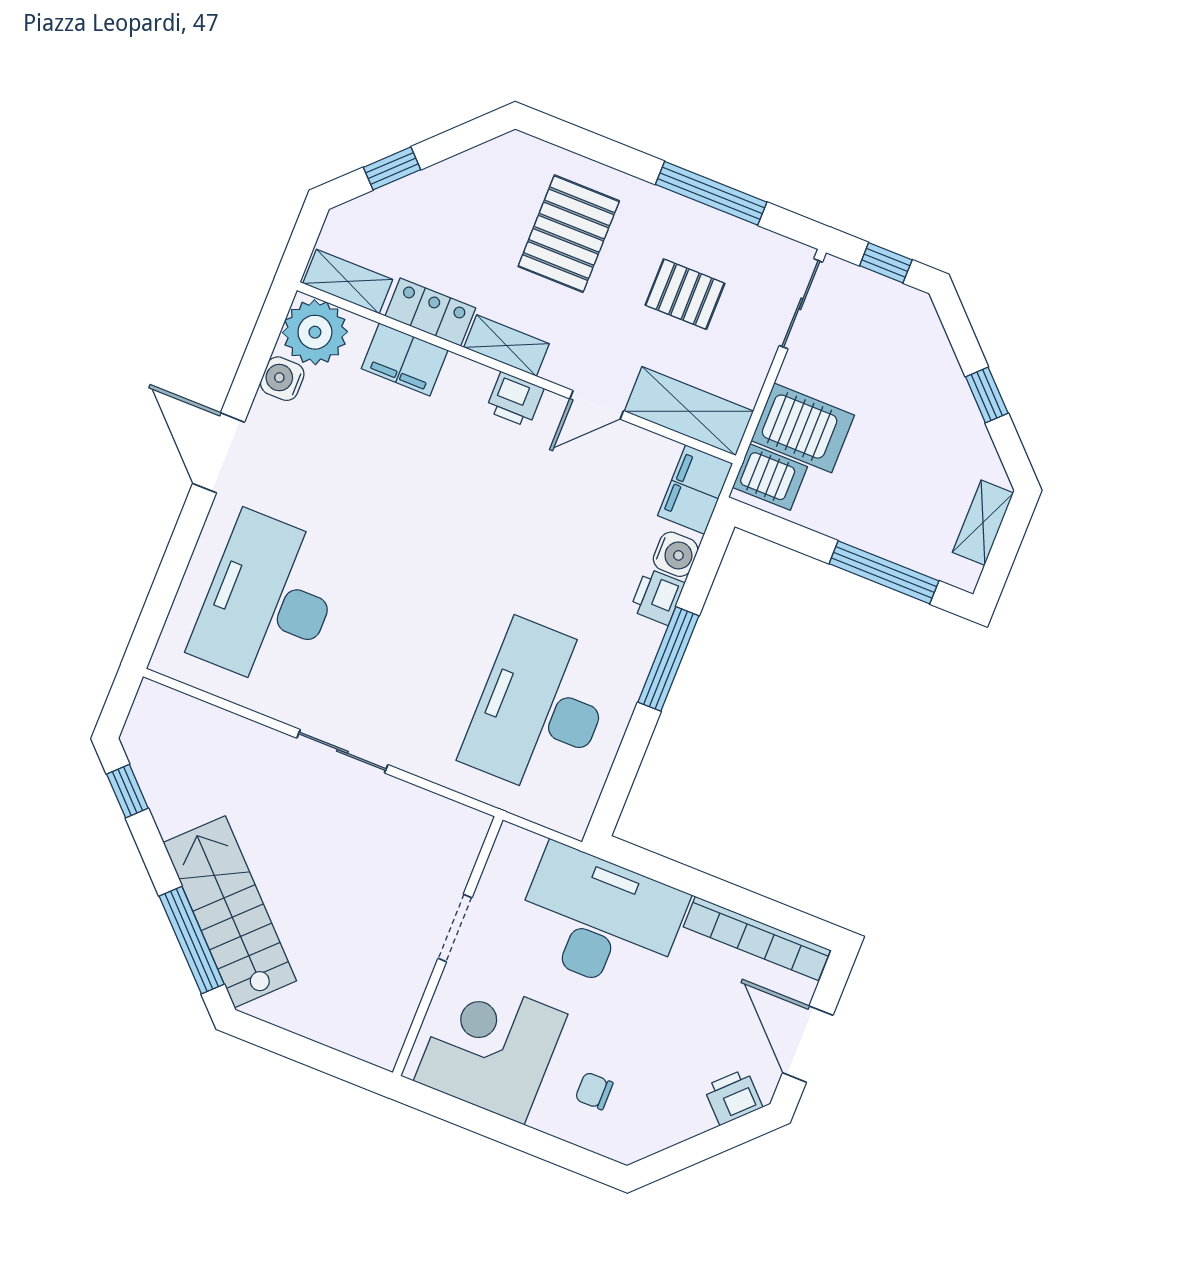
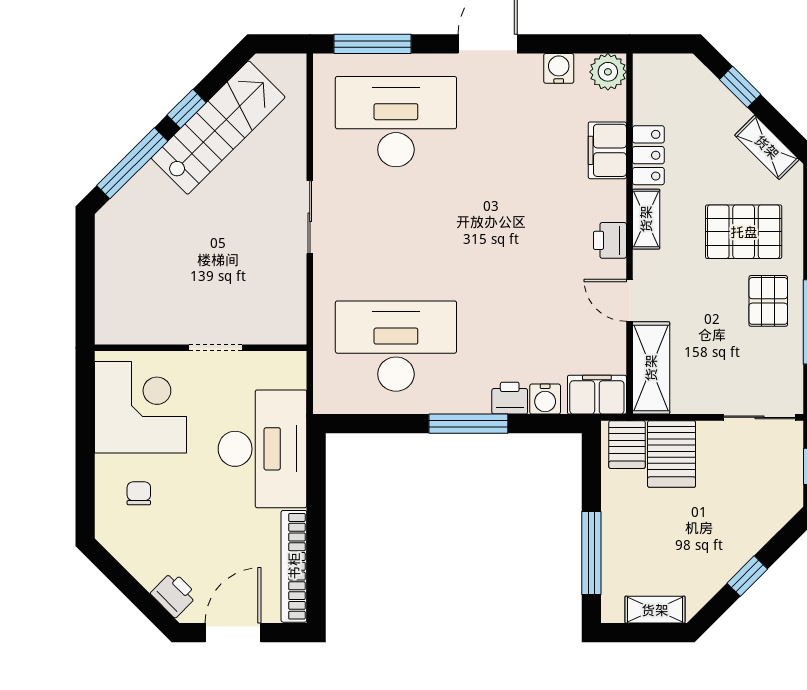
shelving: (348, 281) -> (767, 147), moved, turned -45
pallet: (685, 294) -> (768, 301), moved
plant: (315, 332) -> (608, 72), width x0.73, depth x0.73
window: (163, 592) -> (373, 44), added
window: (127, 791) -> (187, 109), moved
stairs: (230, 912) -> (218, 128), moved

